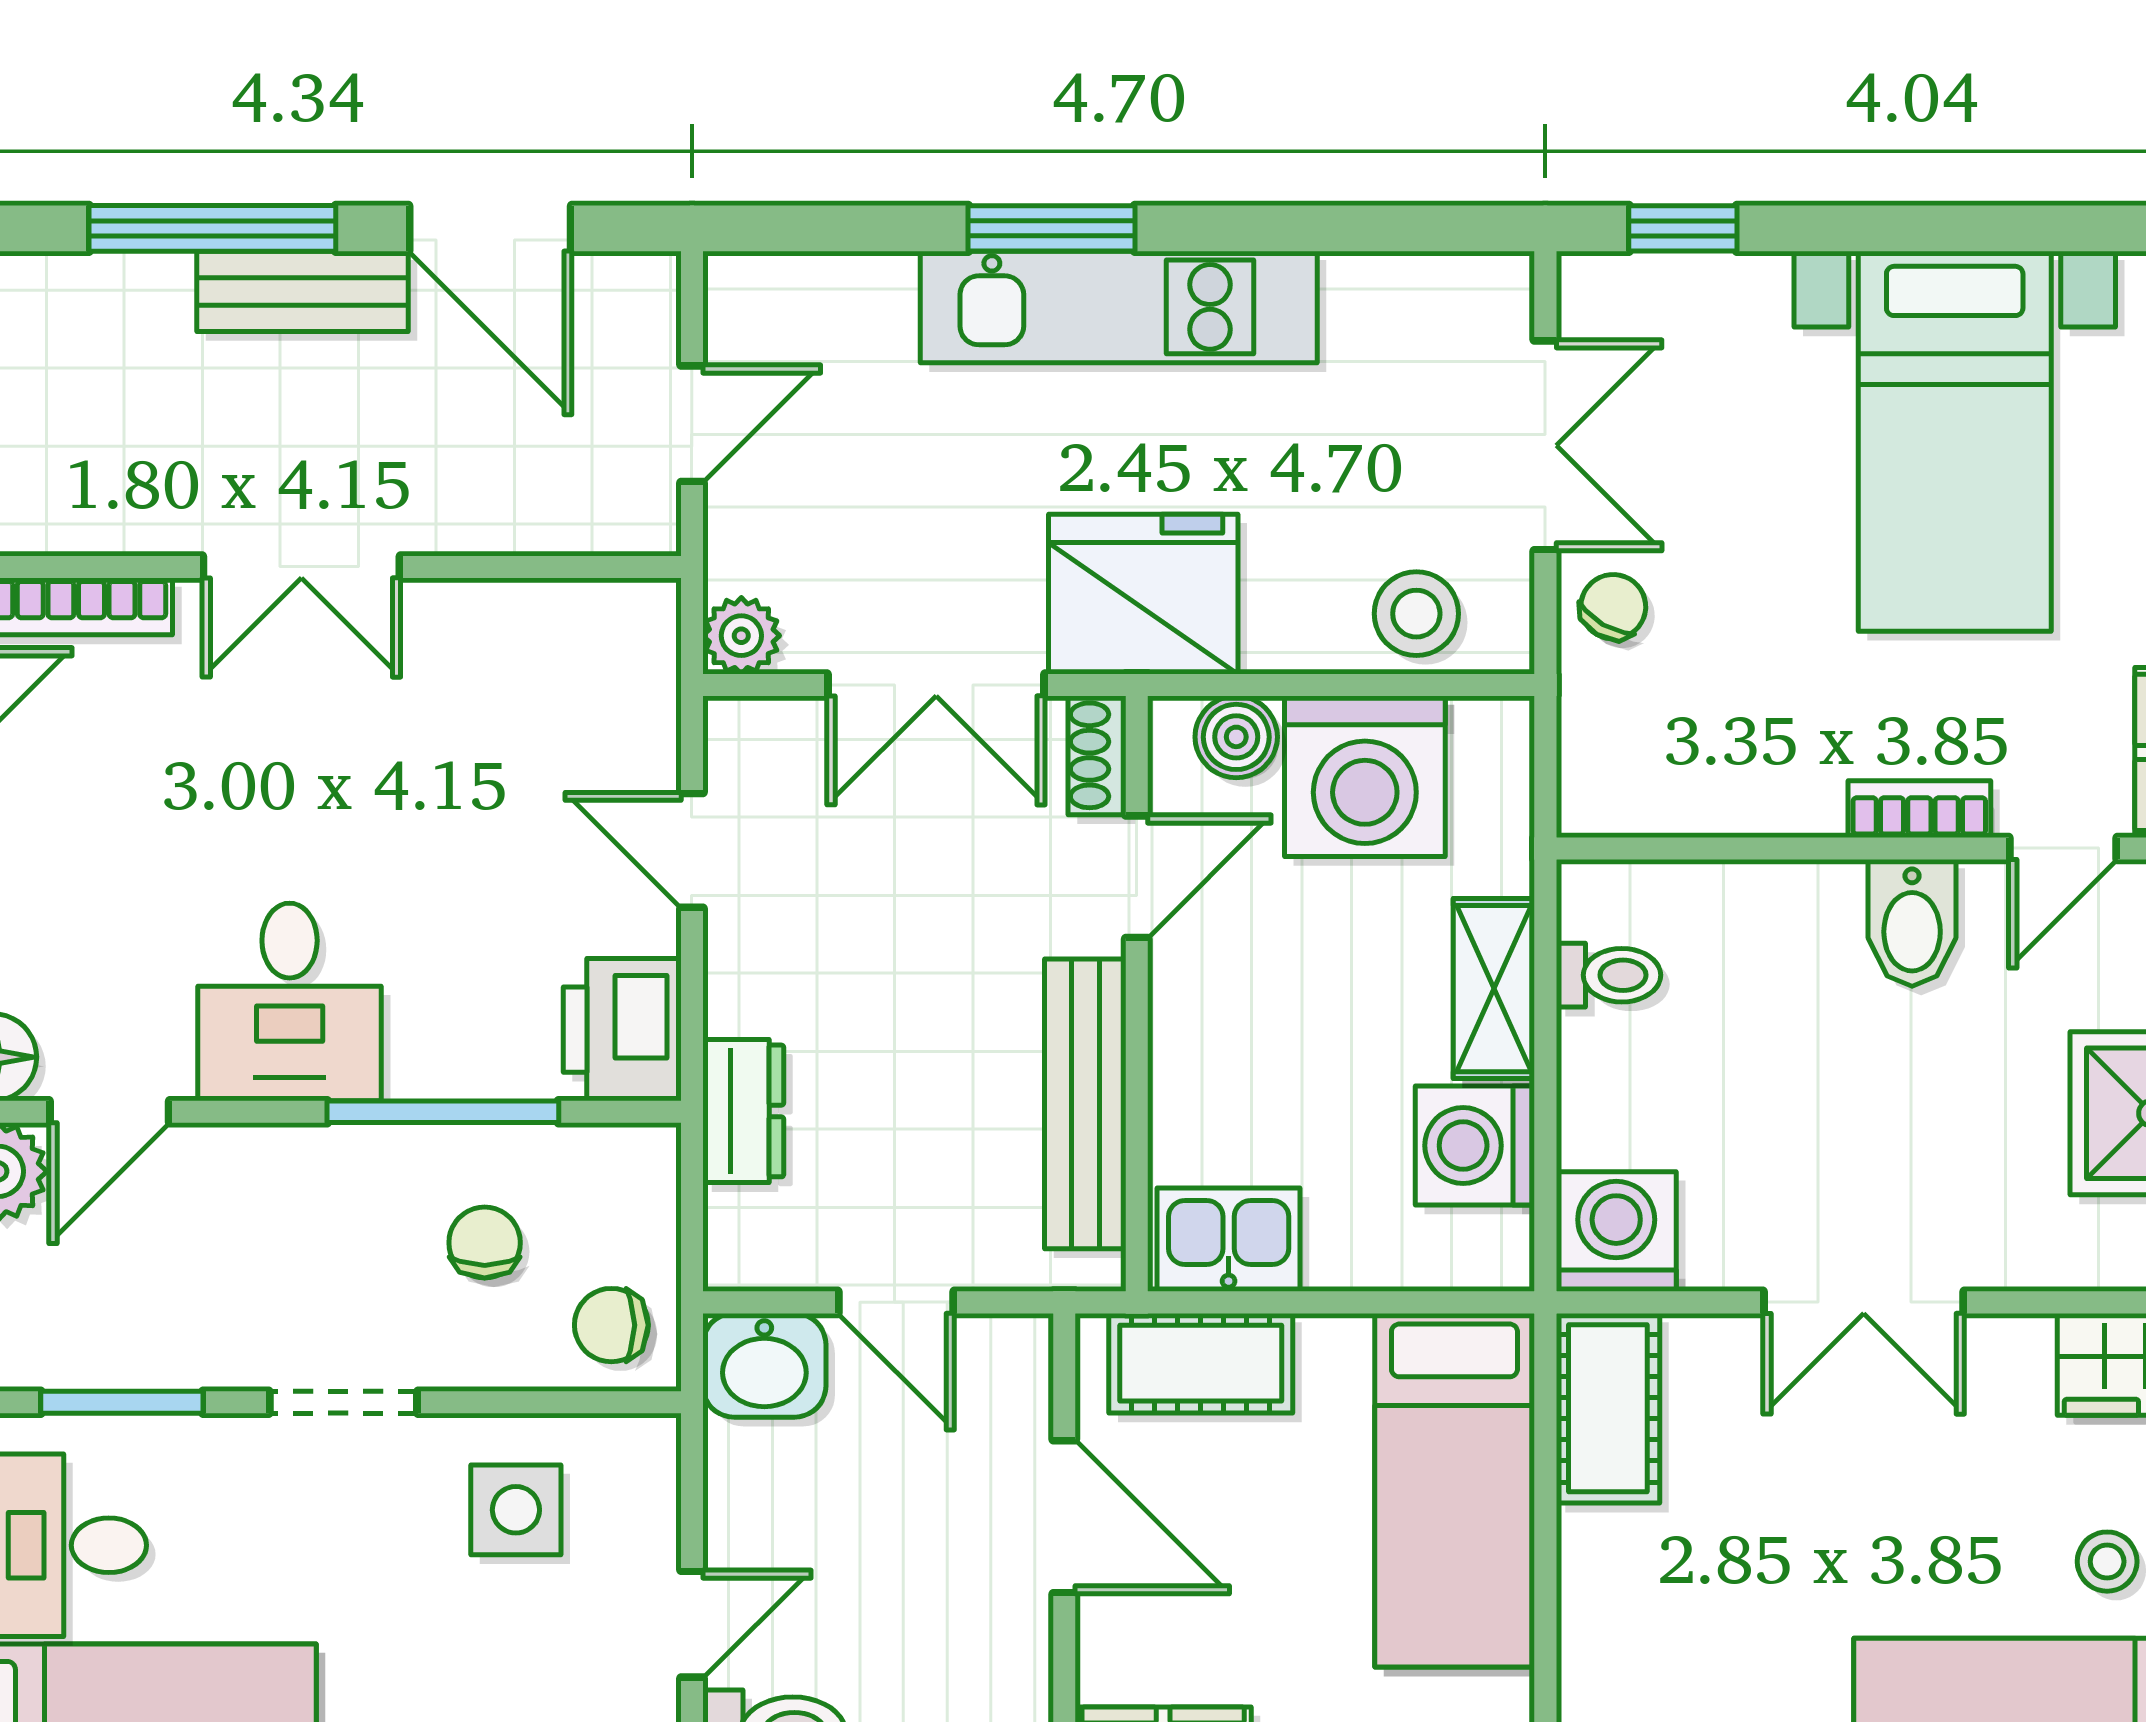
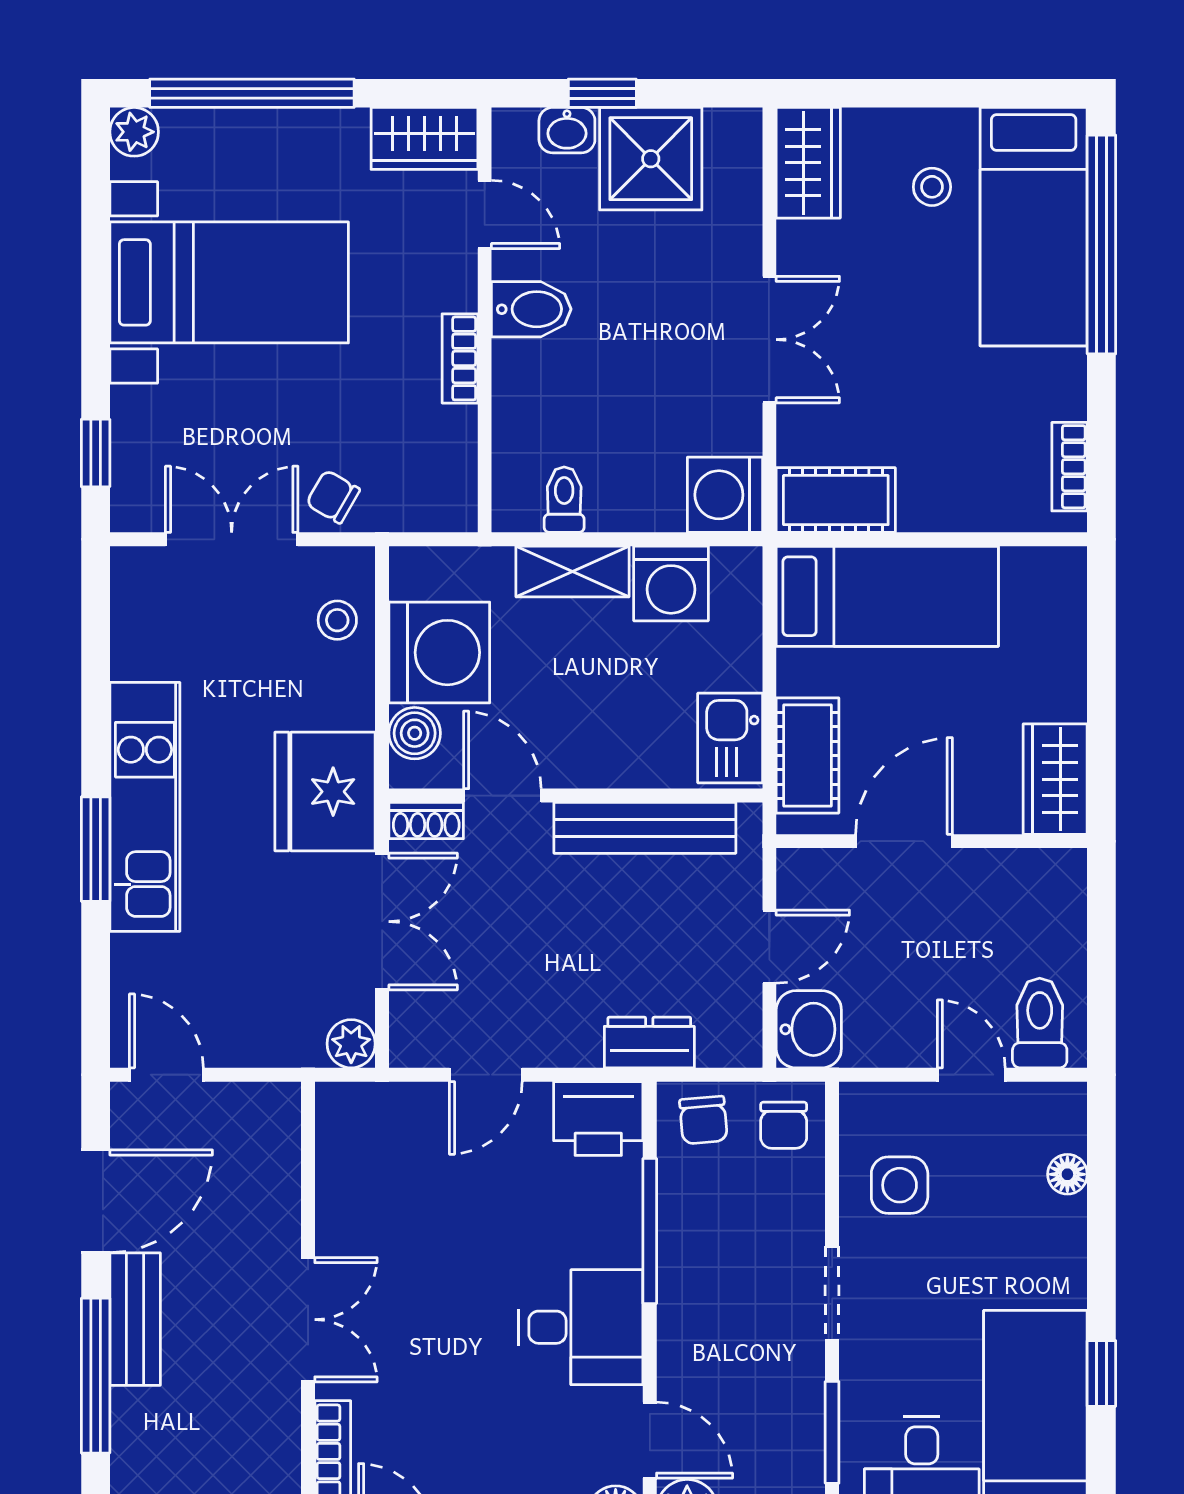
door: (692, 424) -> (166, 1075), moved
stool: (1416, 614) -> (337, 620), width x0.73, depth x0.73
bookcase: (1919, 809) -> (460, 358), moved
chair: (485, 1243) -> (703, 1120), moved, turned -95

